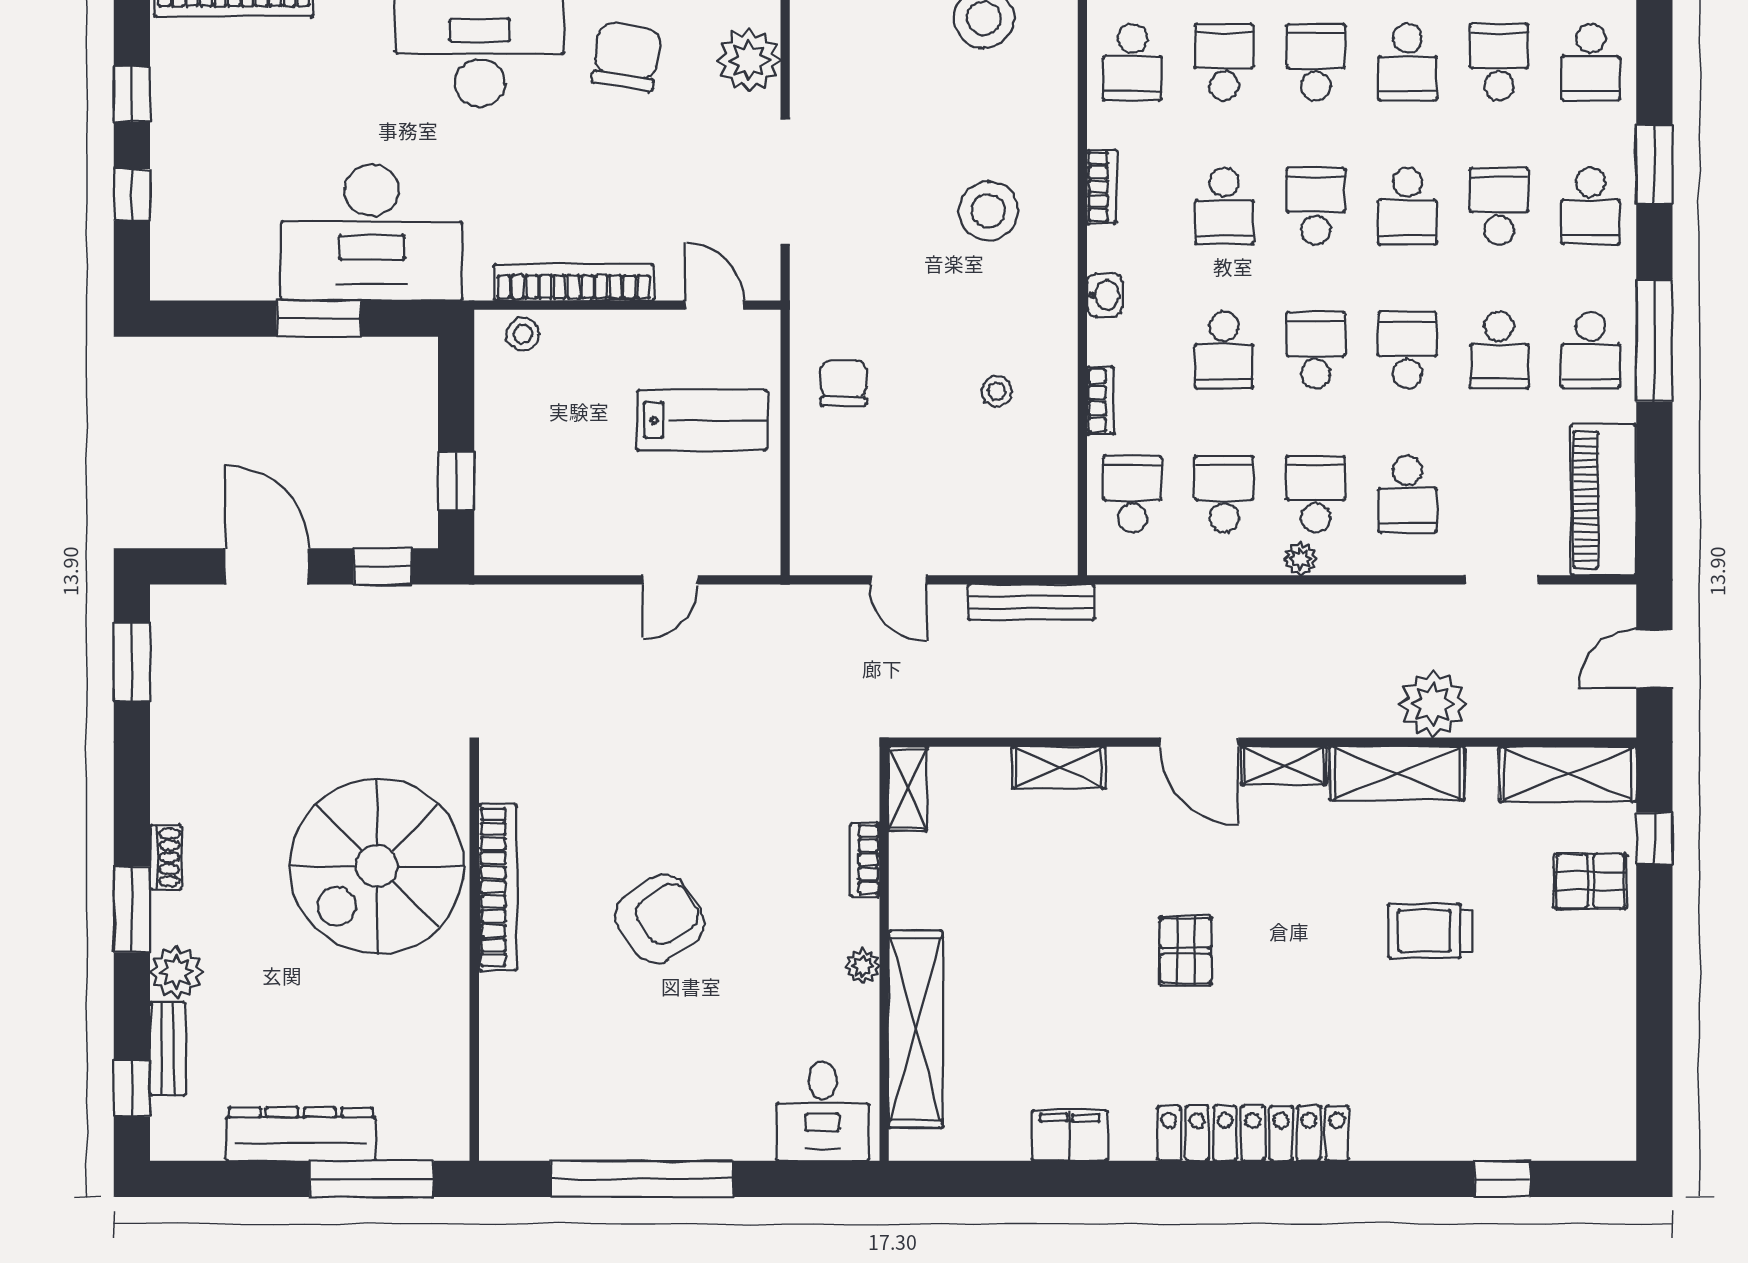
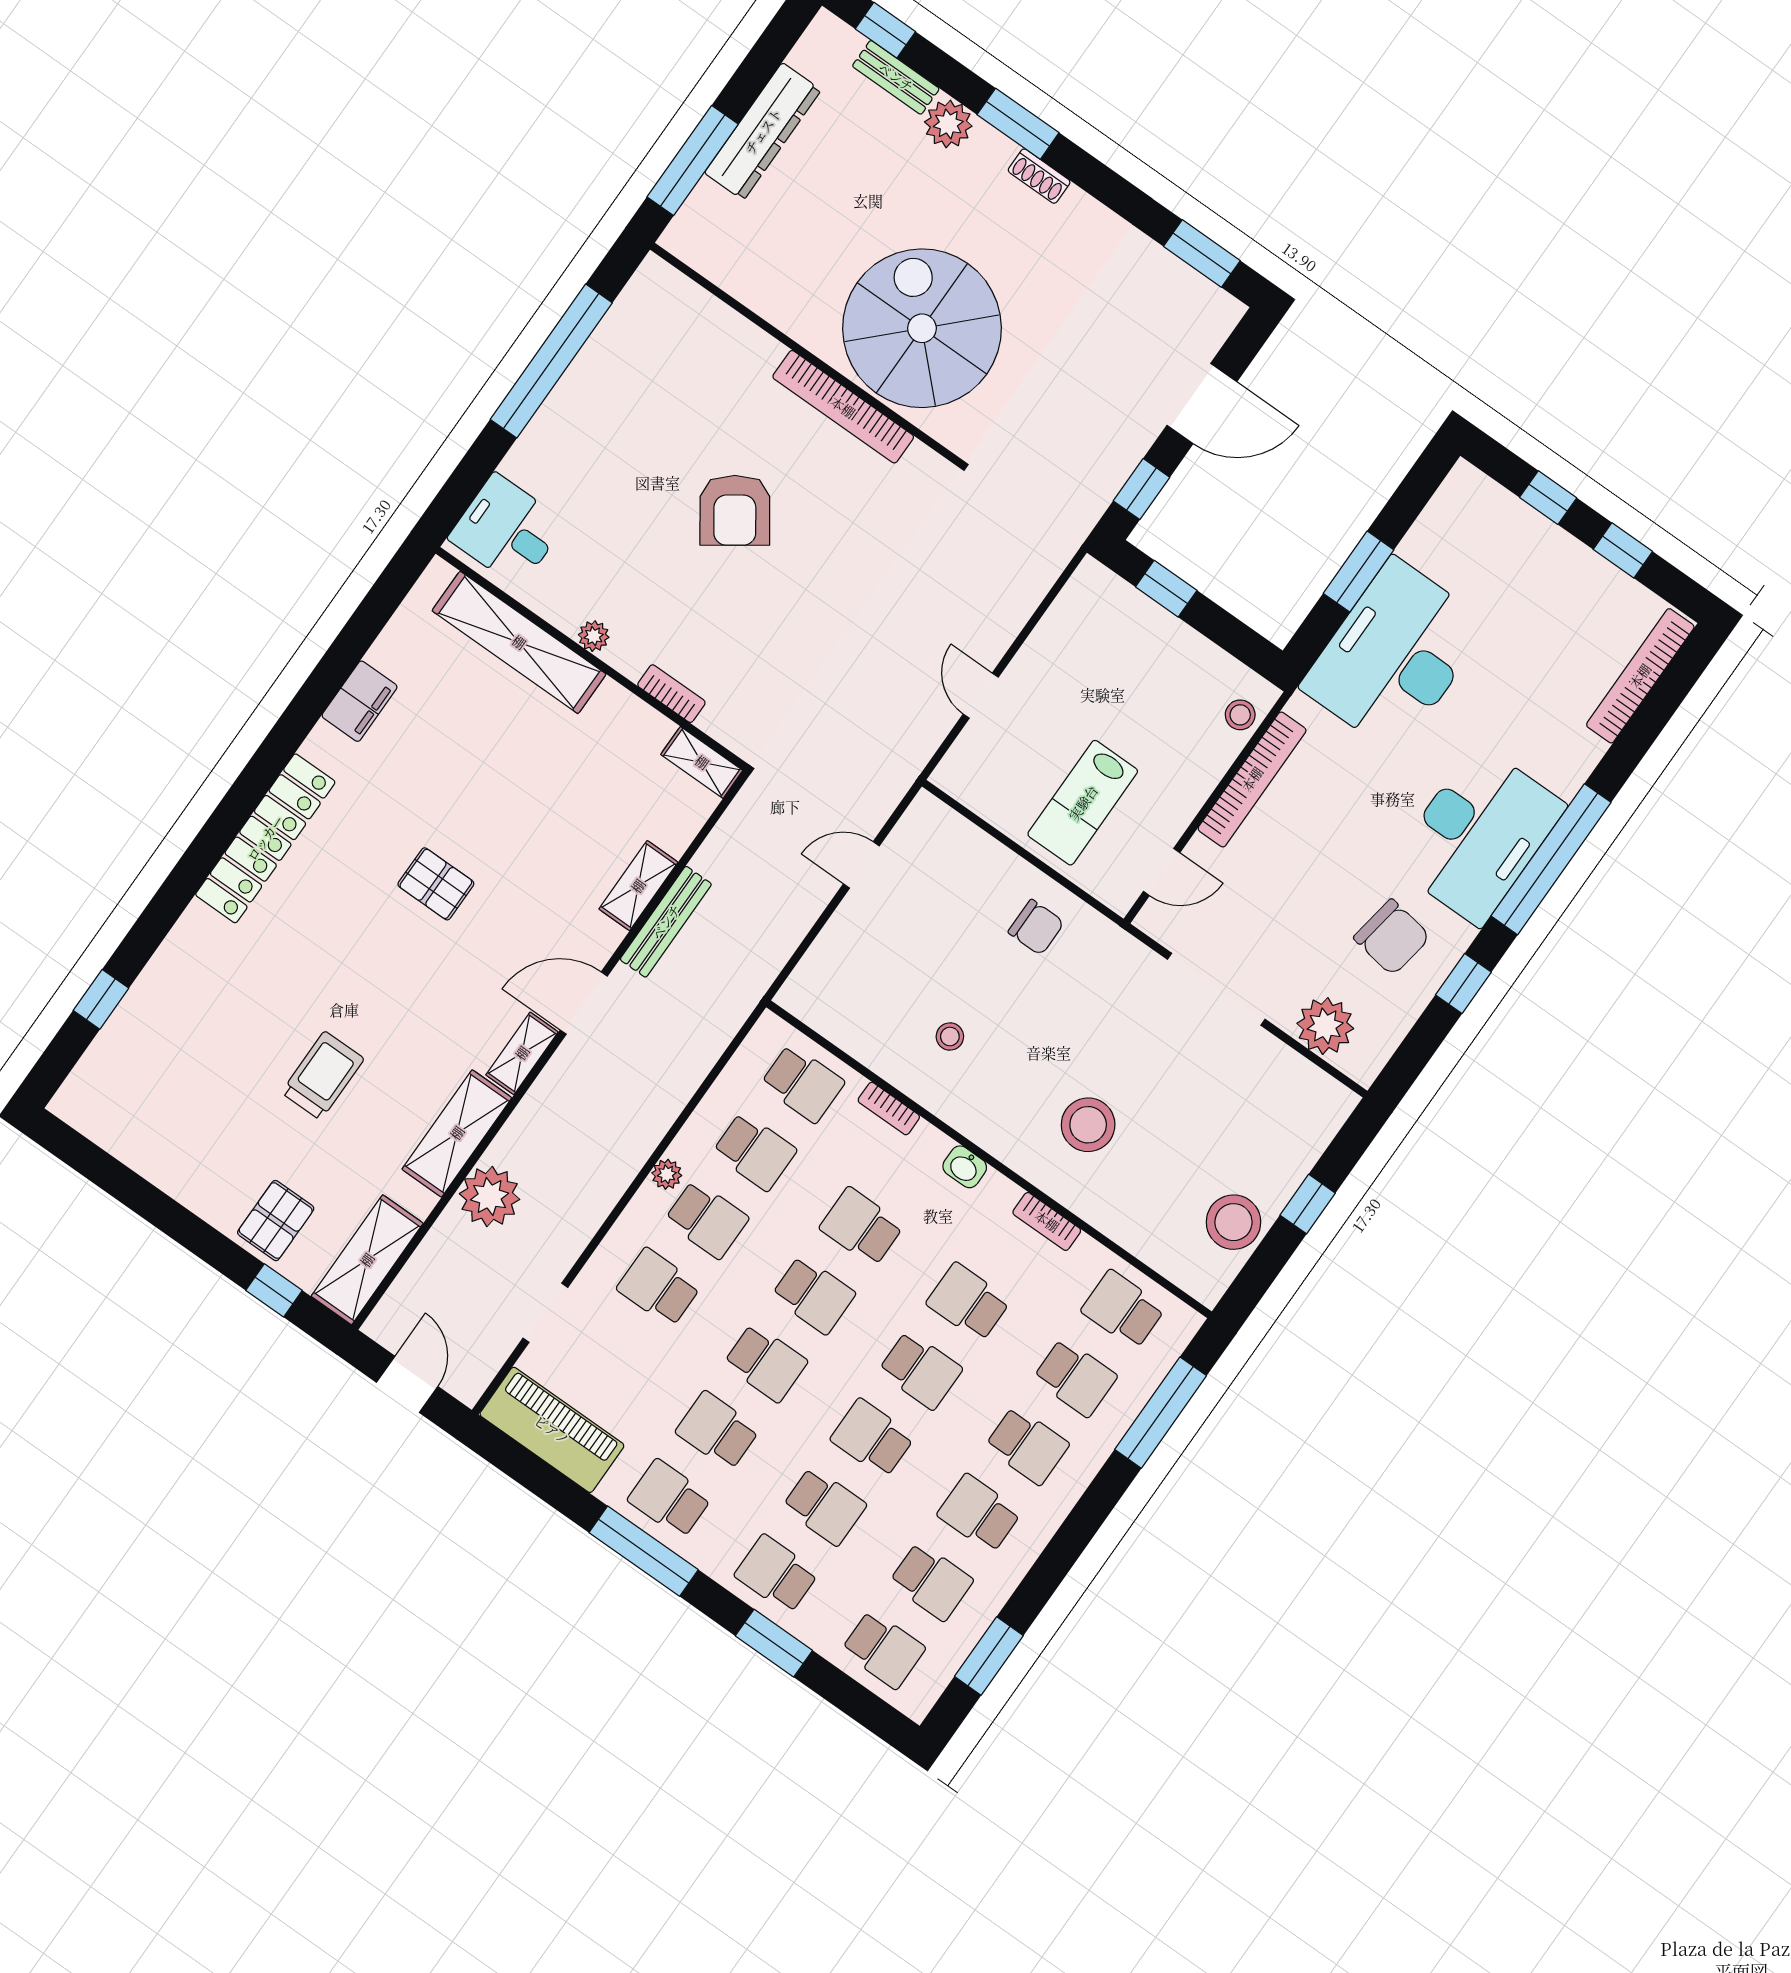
school desk: (1591, 62) -> (883, 1649), turned 180
bench: (1031, 602) -> (666, 922), moved

